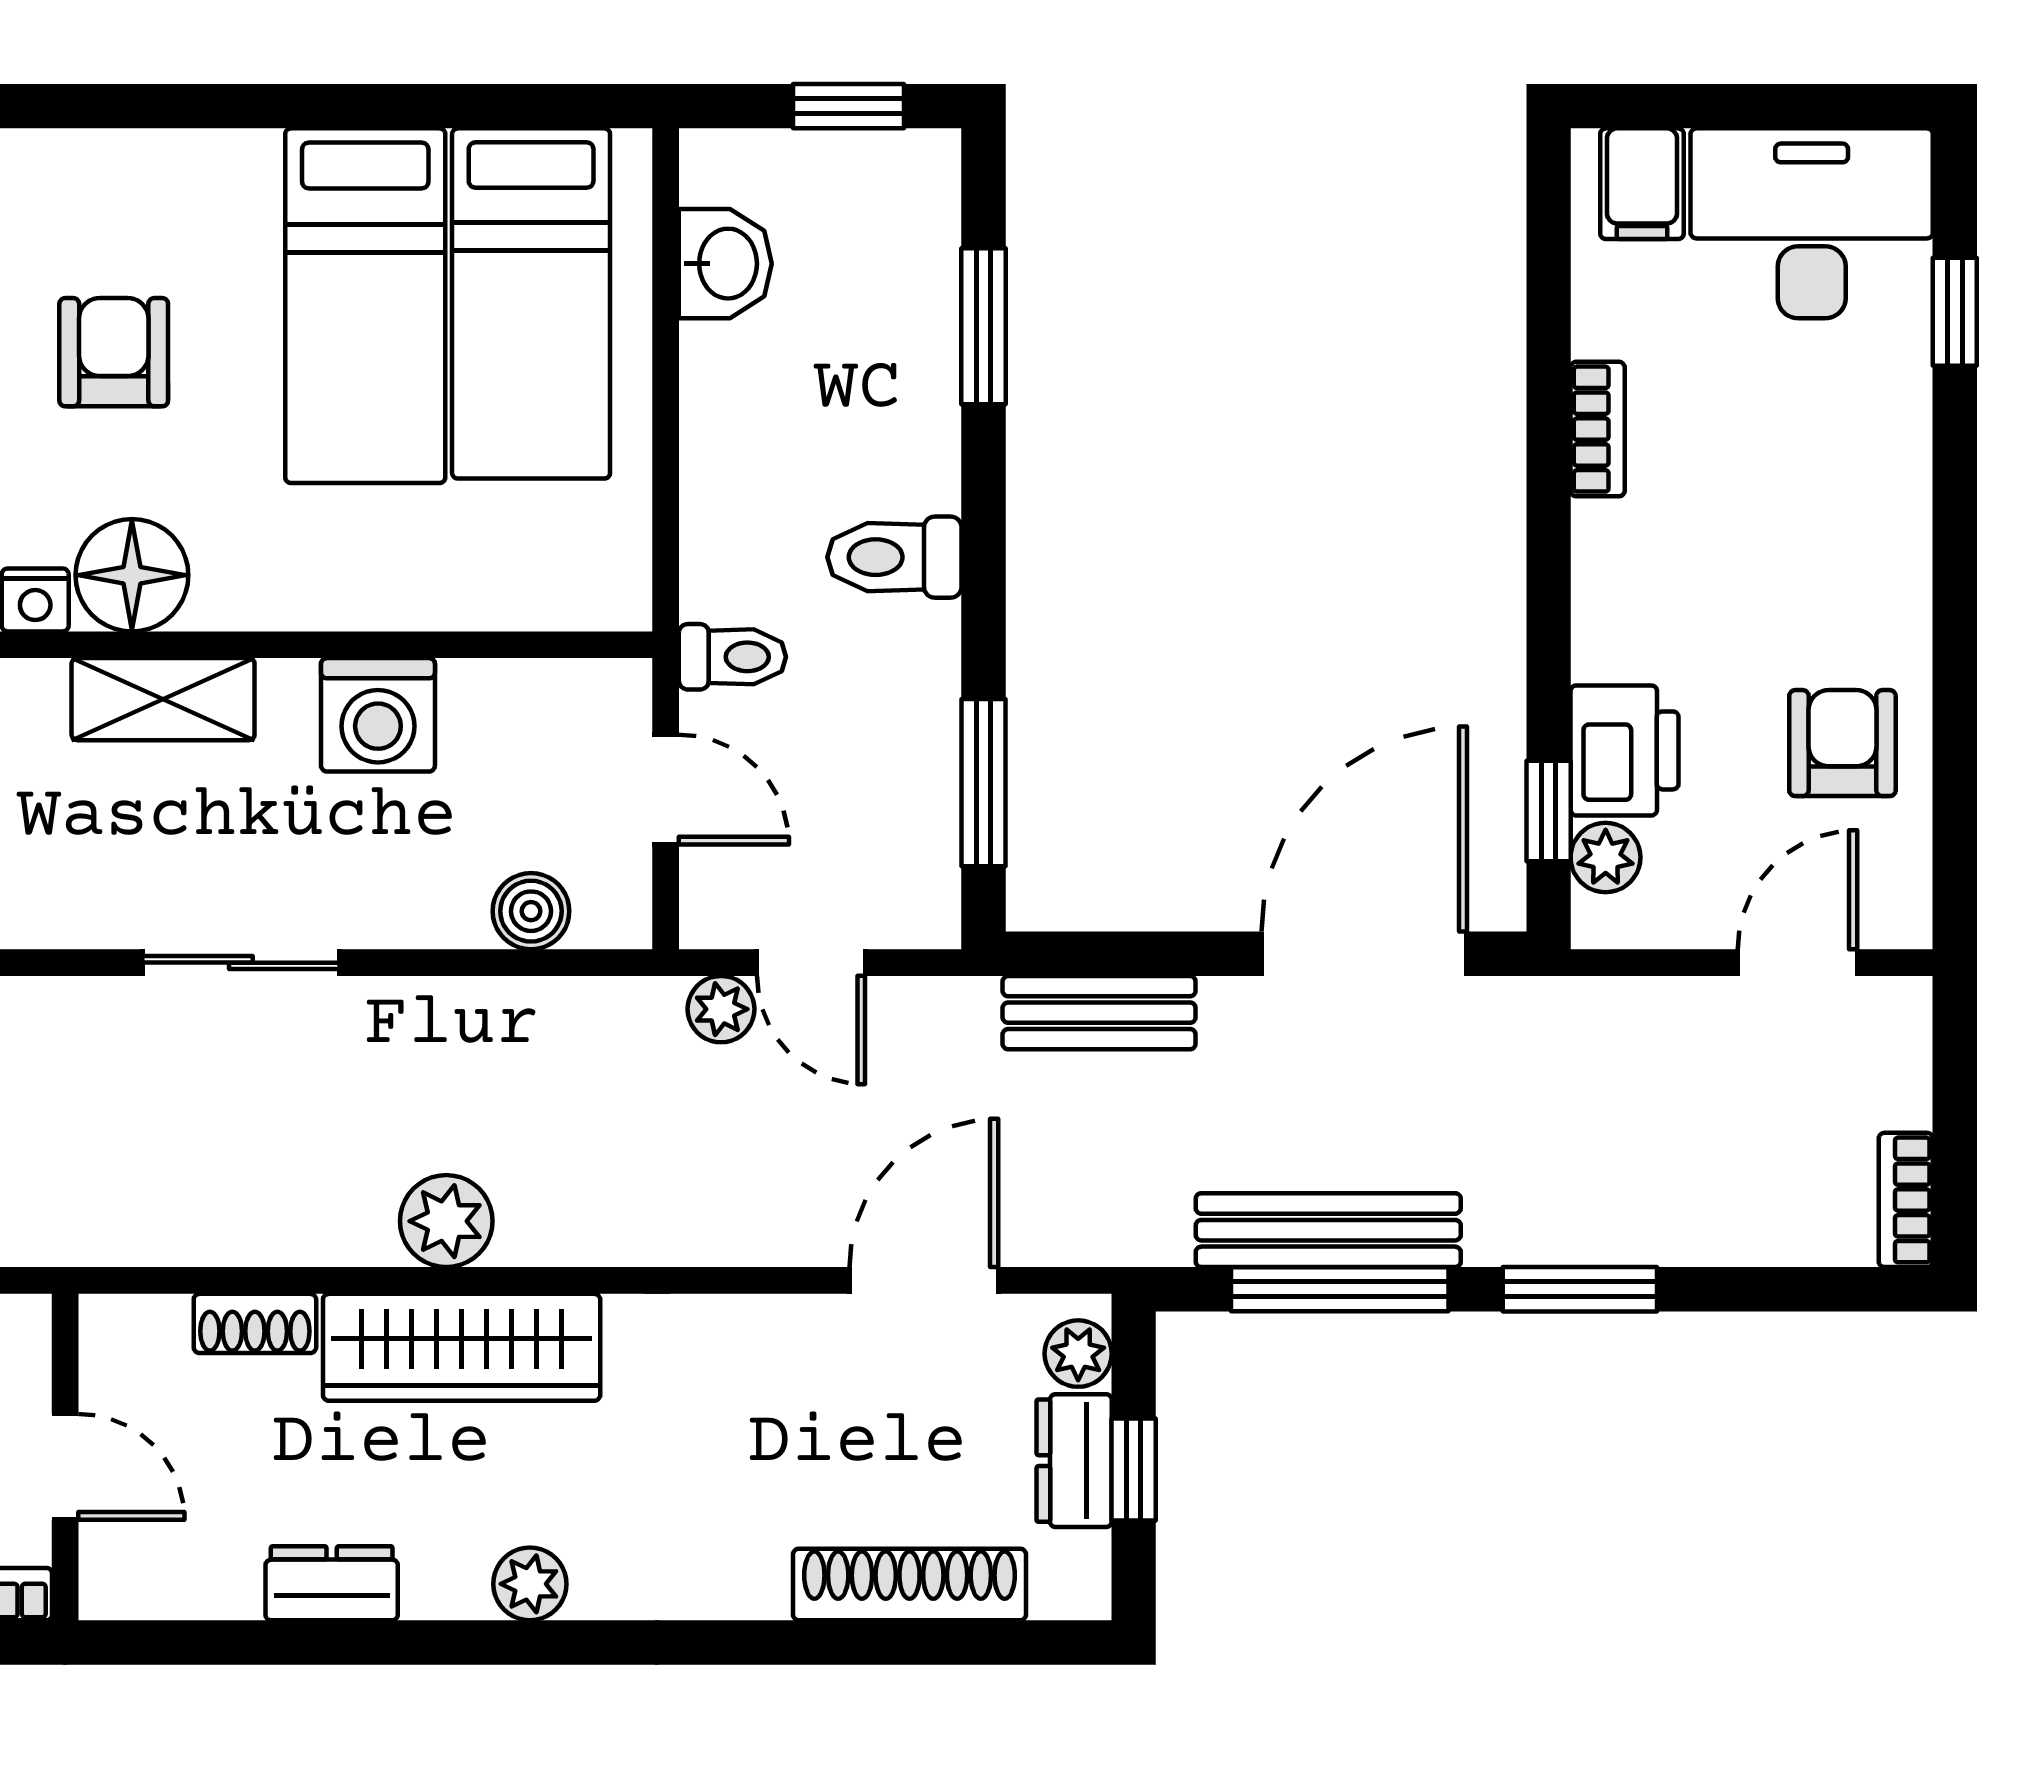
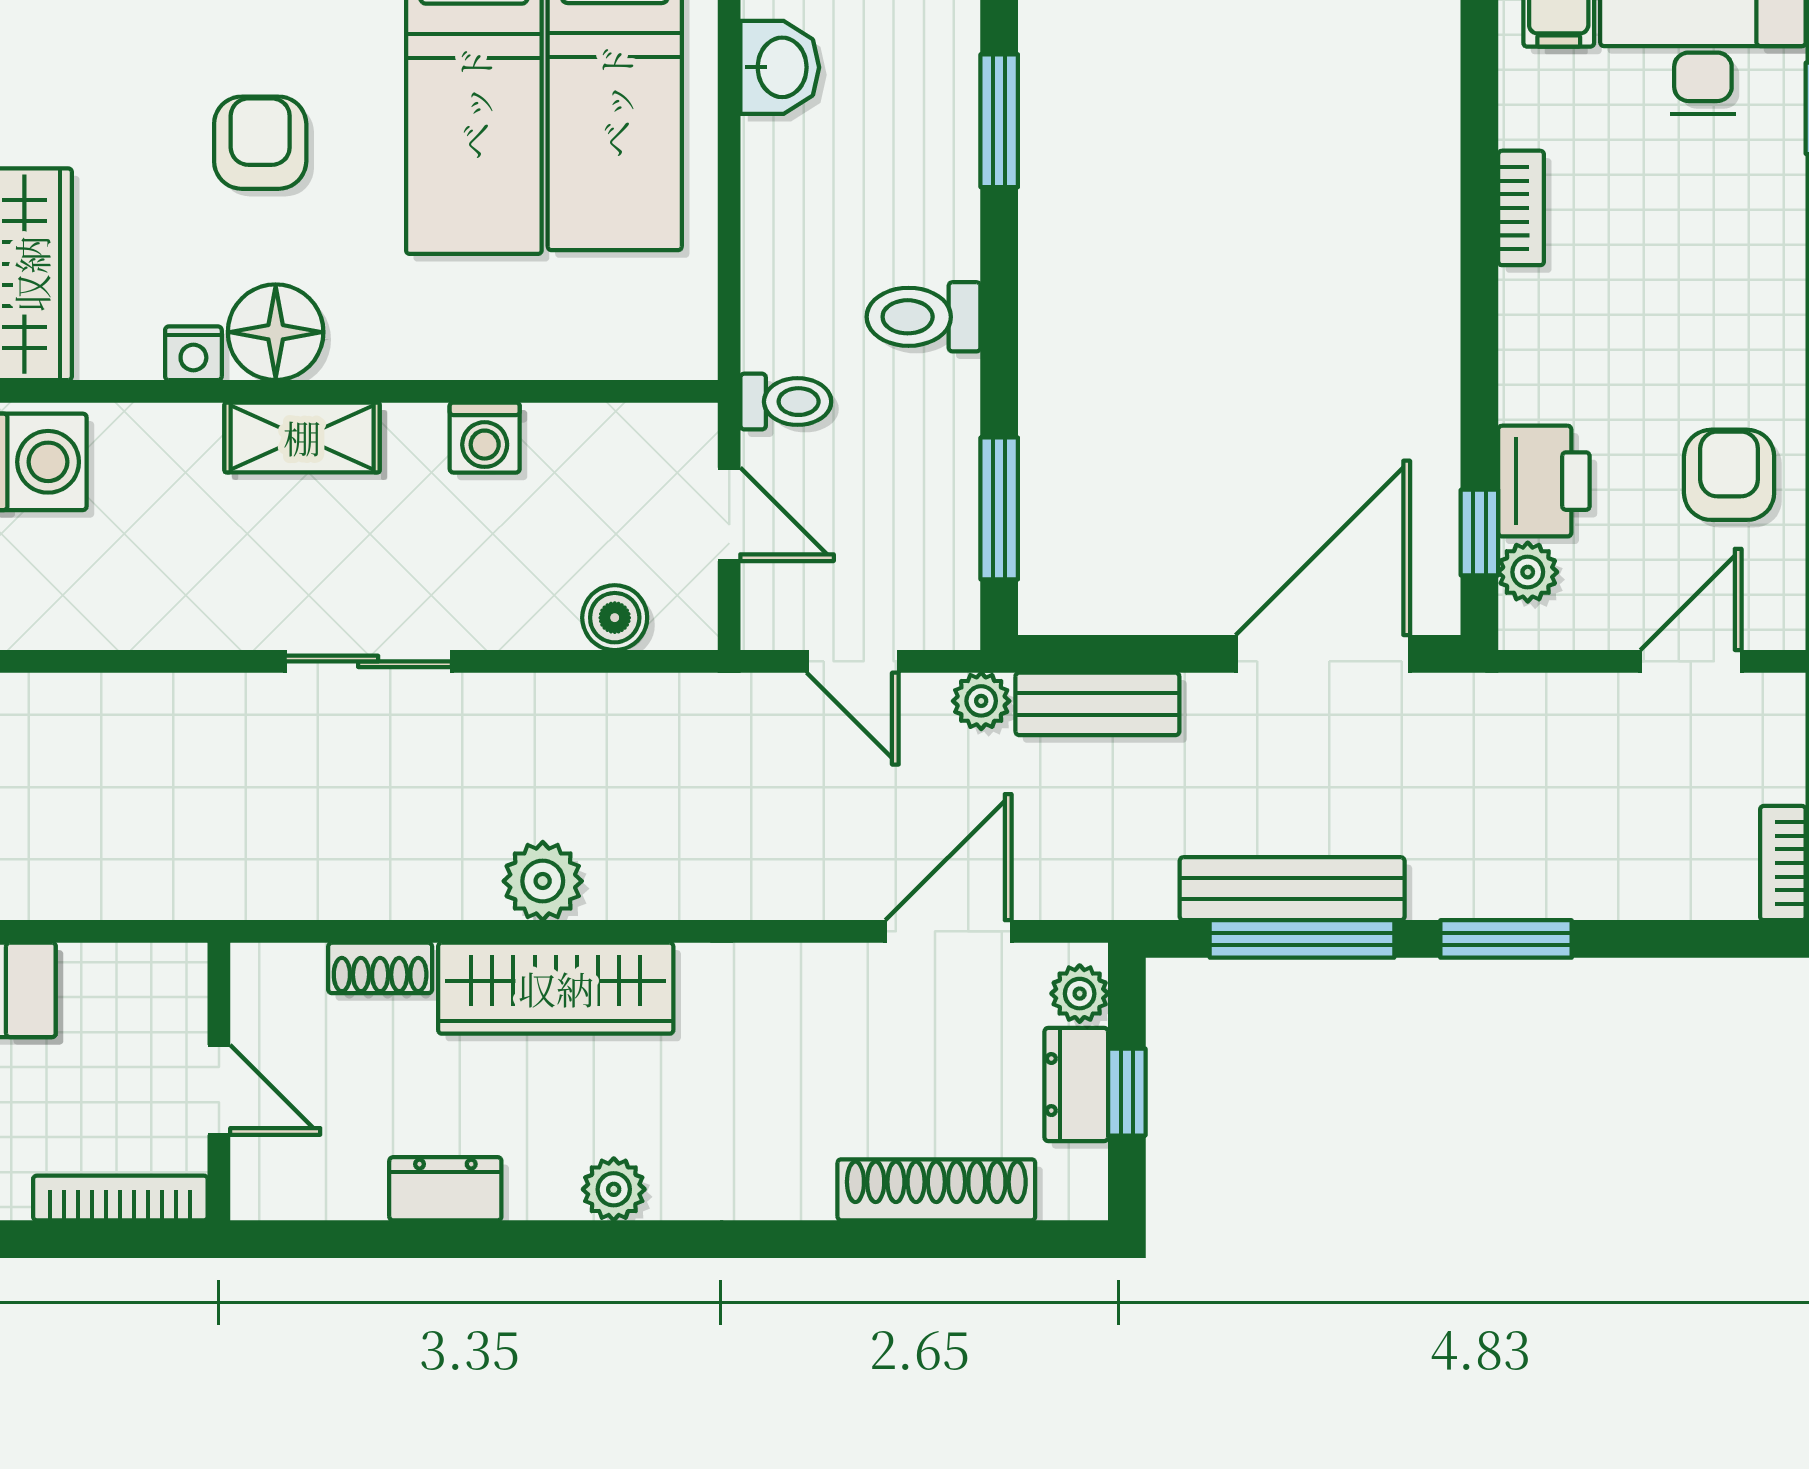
washing machine: (378, 715) -> (485, 438), width x0.73, depth x0.73
plant: (721, 1009) -> (981, 701), moved

